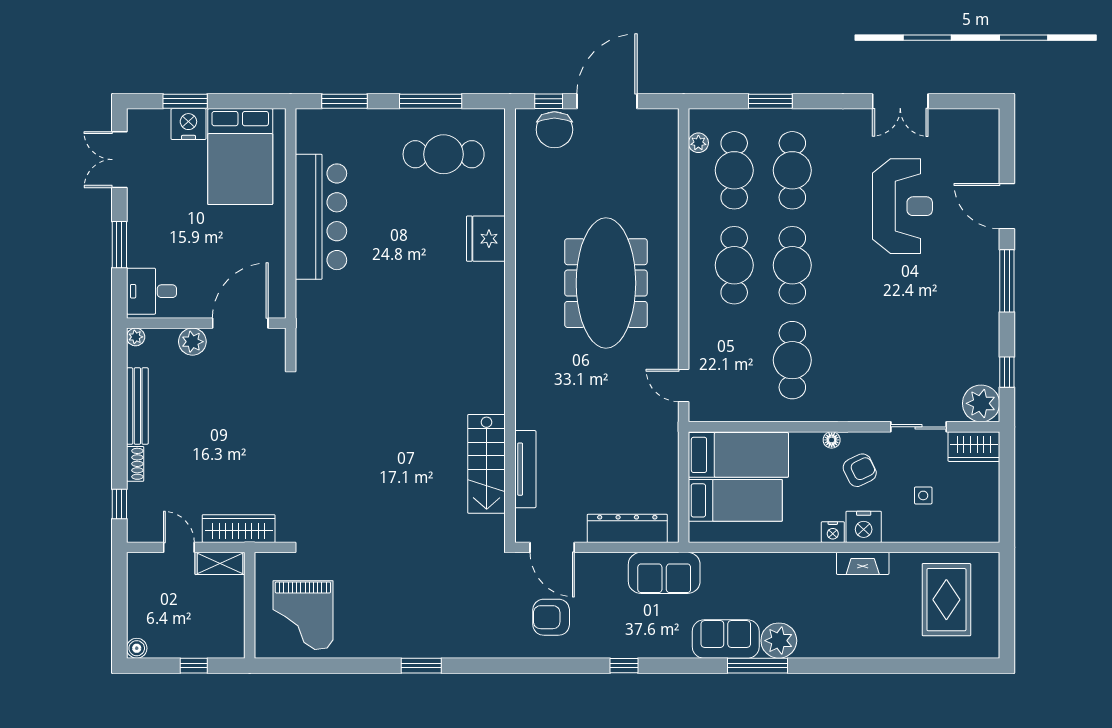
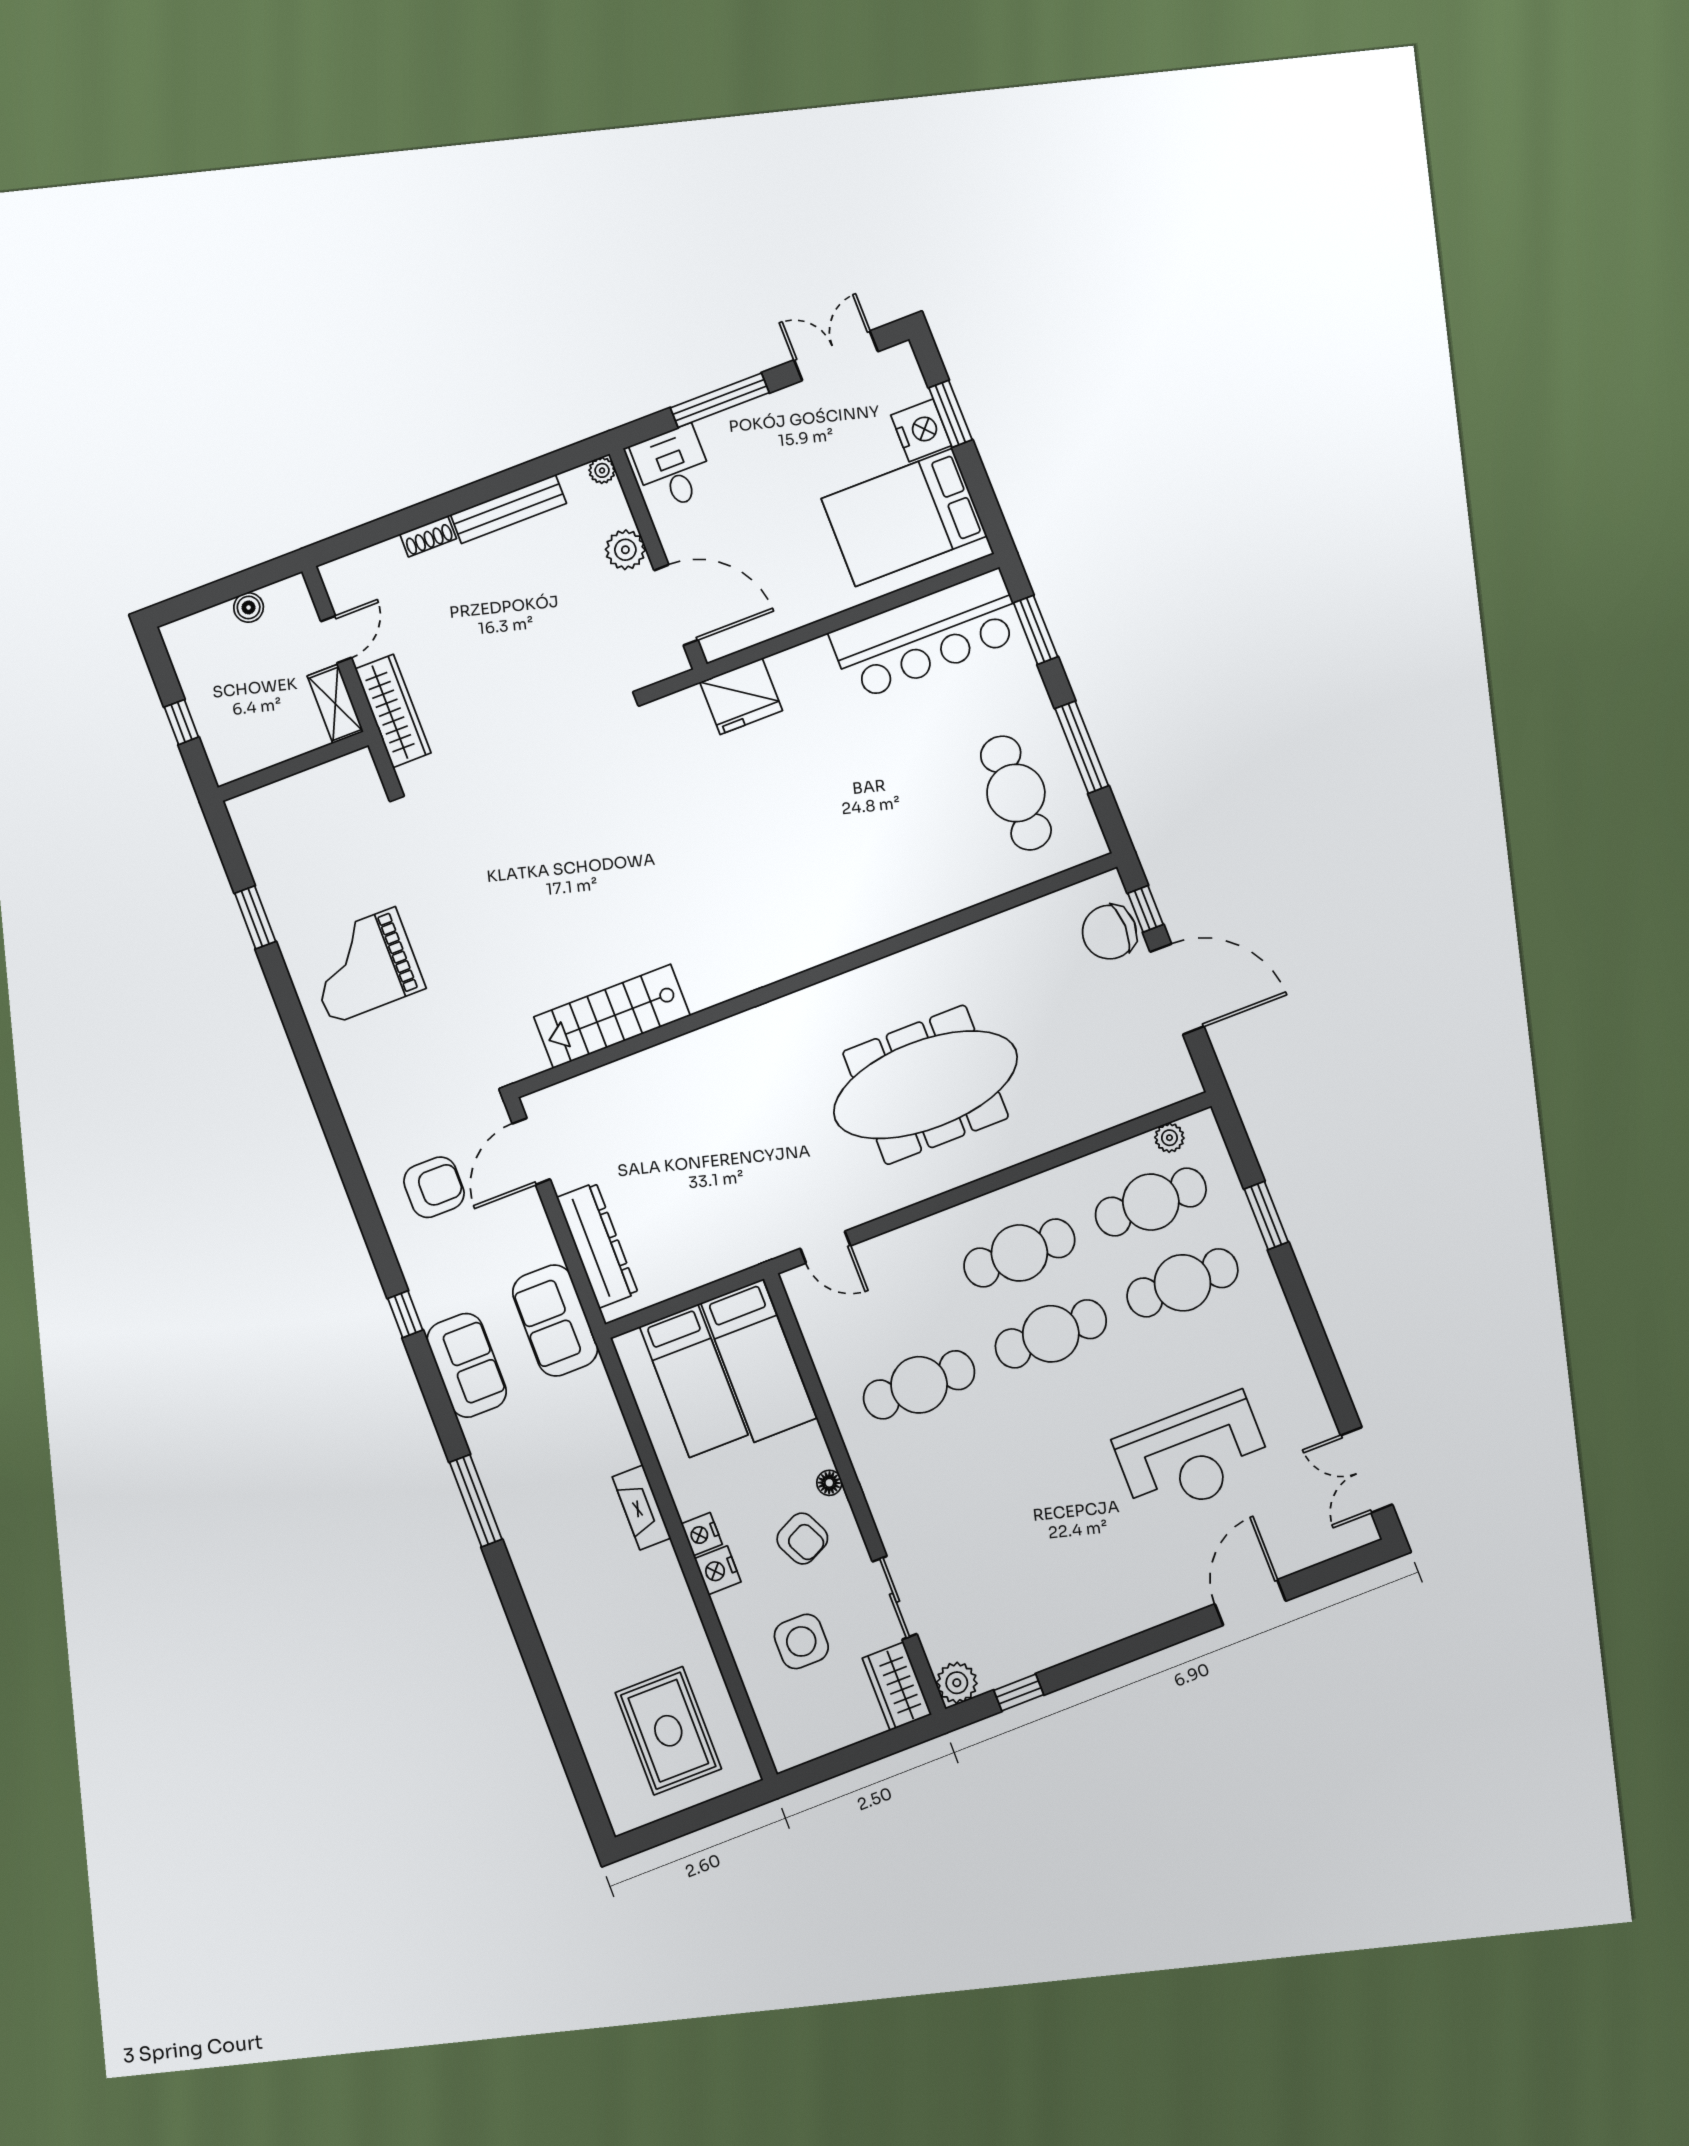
double door: (900, 101) -> (1366, 1470), moved
bar counter: (321, 217) -> (927, 635), moved
fridge: (486, 239) -> (741, 696), moved, turned 180
window: (119, 245) -> (720, 400), width x1.44
window: (1007, 281) -> (1146, 1643), removed
door: (684, 386) -> (825, 1247), swing flipped
plant: (981, 403) -> (957, 1683), width x0.73, depth x0.73
tv unit: (525, 469) -> (625, 1073), removed
side table: (923, 495) -> (801, 1641), width x1.87, depth x1.87
window: (119, 504) -> (365, 536), removed
nightstand: (864, 527) -> (718, 1570), width x0.74, depth x0.75
fireplace: (863, 563) -> (641, 1507), moved
rug: (946, 600) -> (668, 1731), turned 90
grand piano: (303, 615) -> (363, 966), moved
armchair: (551, 617) -> (434, 1187), turned 90
sofa: (726, 639) -> (467, 1365), moved
plant: (779, 641) -> (522, 1517), removed
boiler: (137, 648) -> (249, 607), moved
window: (421, 666) -> (255, 917), moved

